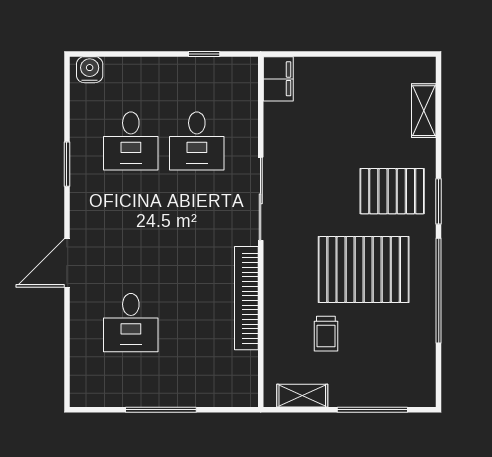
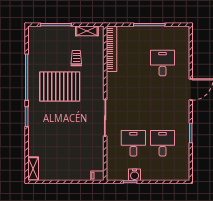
water cooler: (90, 70) -> (135, 175), moved
filing cabinet: (278, 79) -> (97, 176), width x0.50
shelving: (424, 111) -> (33, 169), moved
pallet: (392, 191) -> (47, 121), removed
bookcase: (246, 298) -> (112, 49), moved

